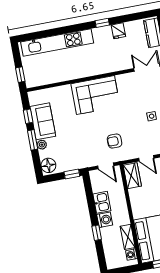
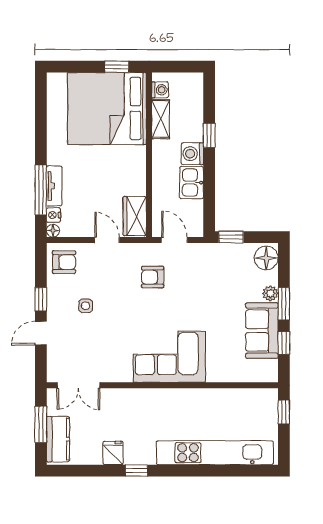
armchair: (115, 141) -> (153, 277), turned 180

